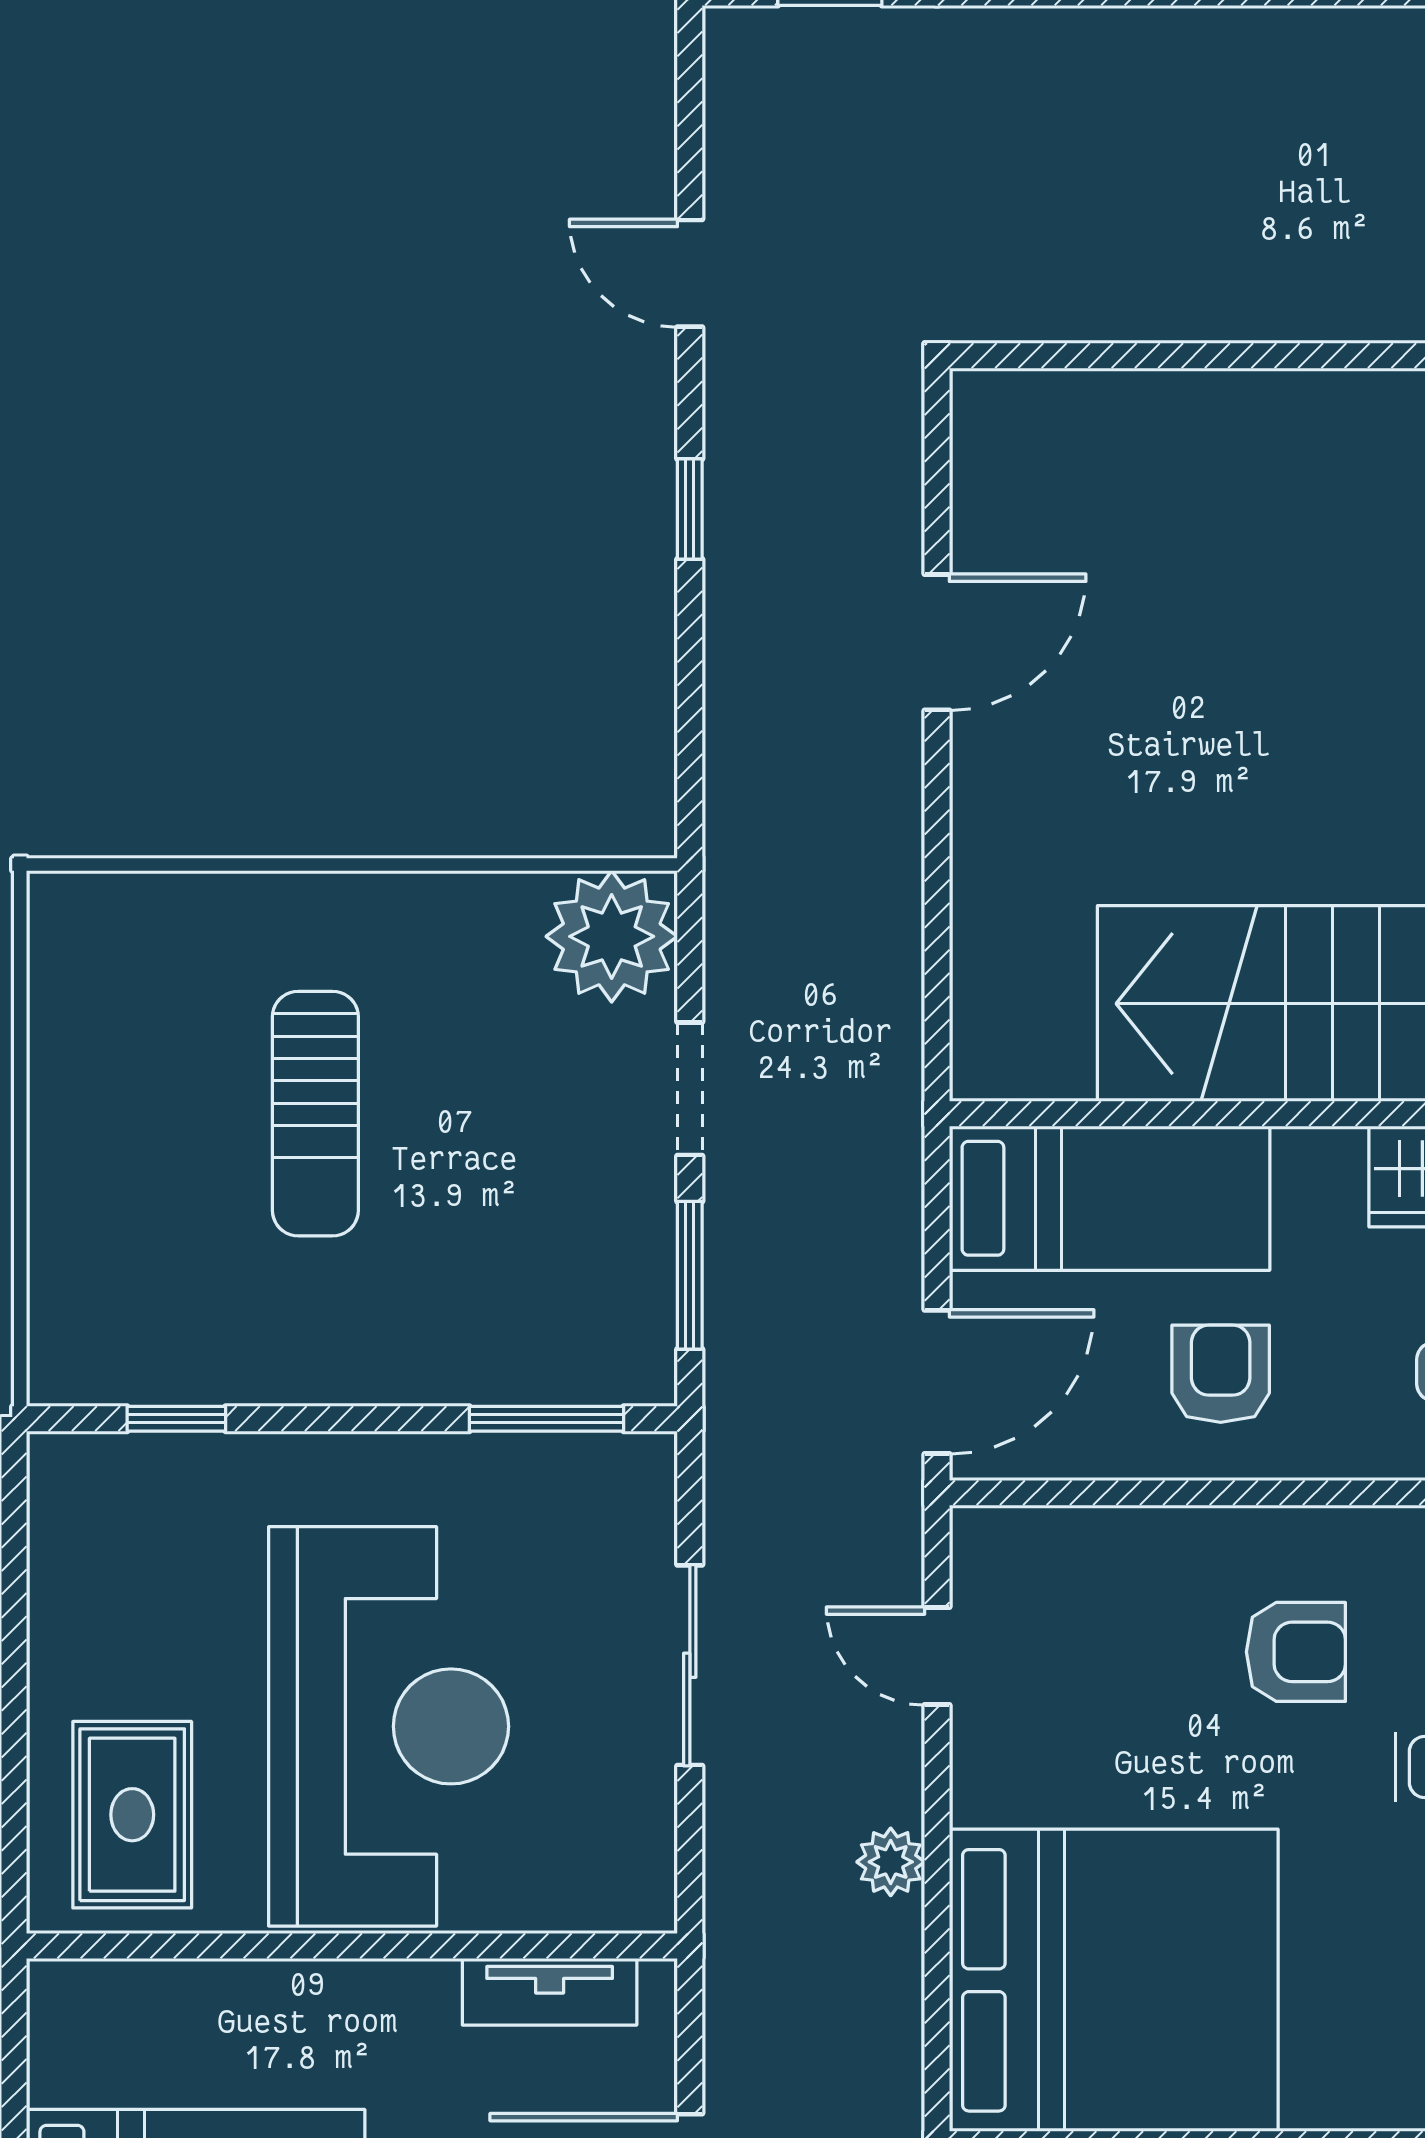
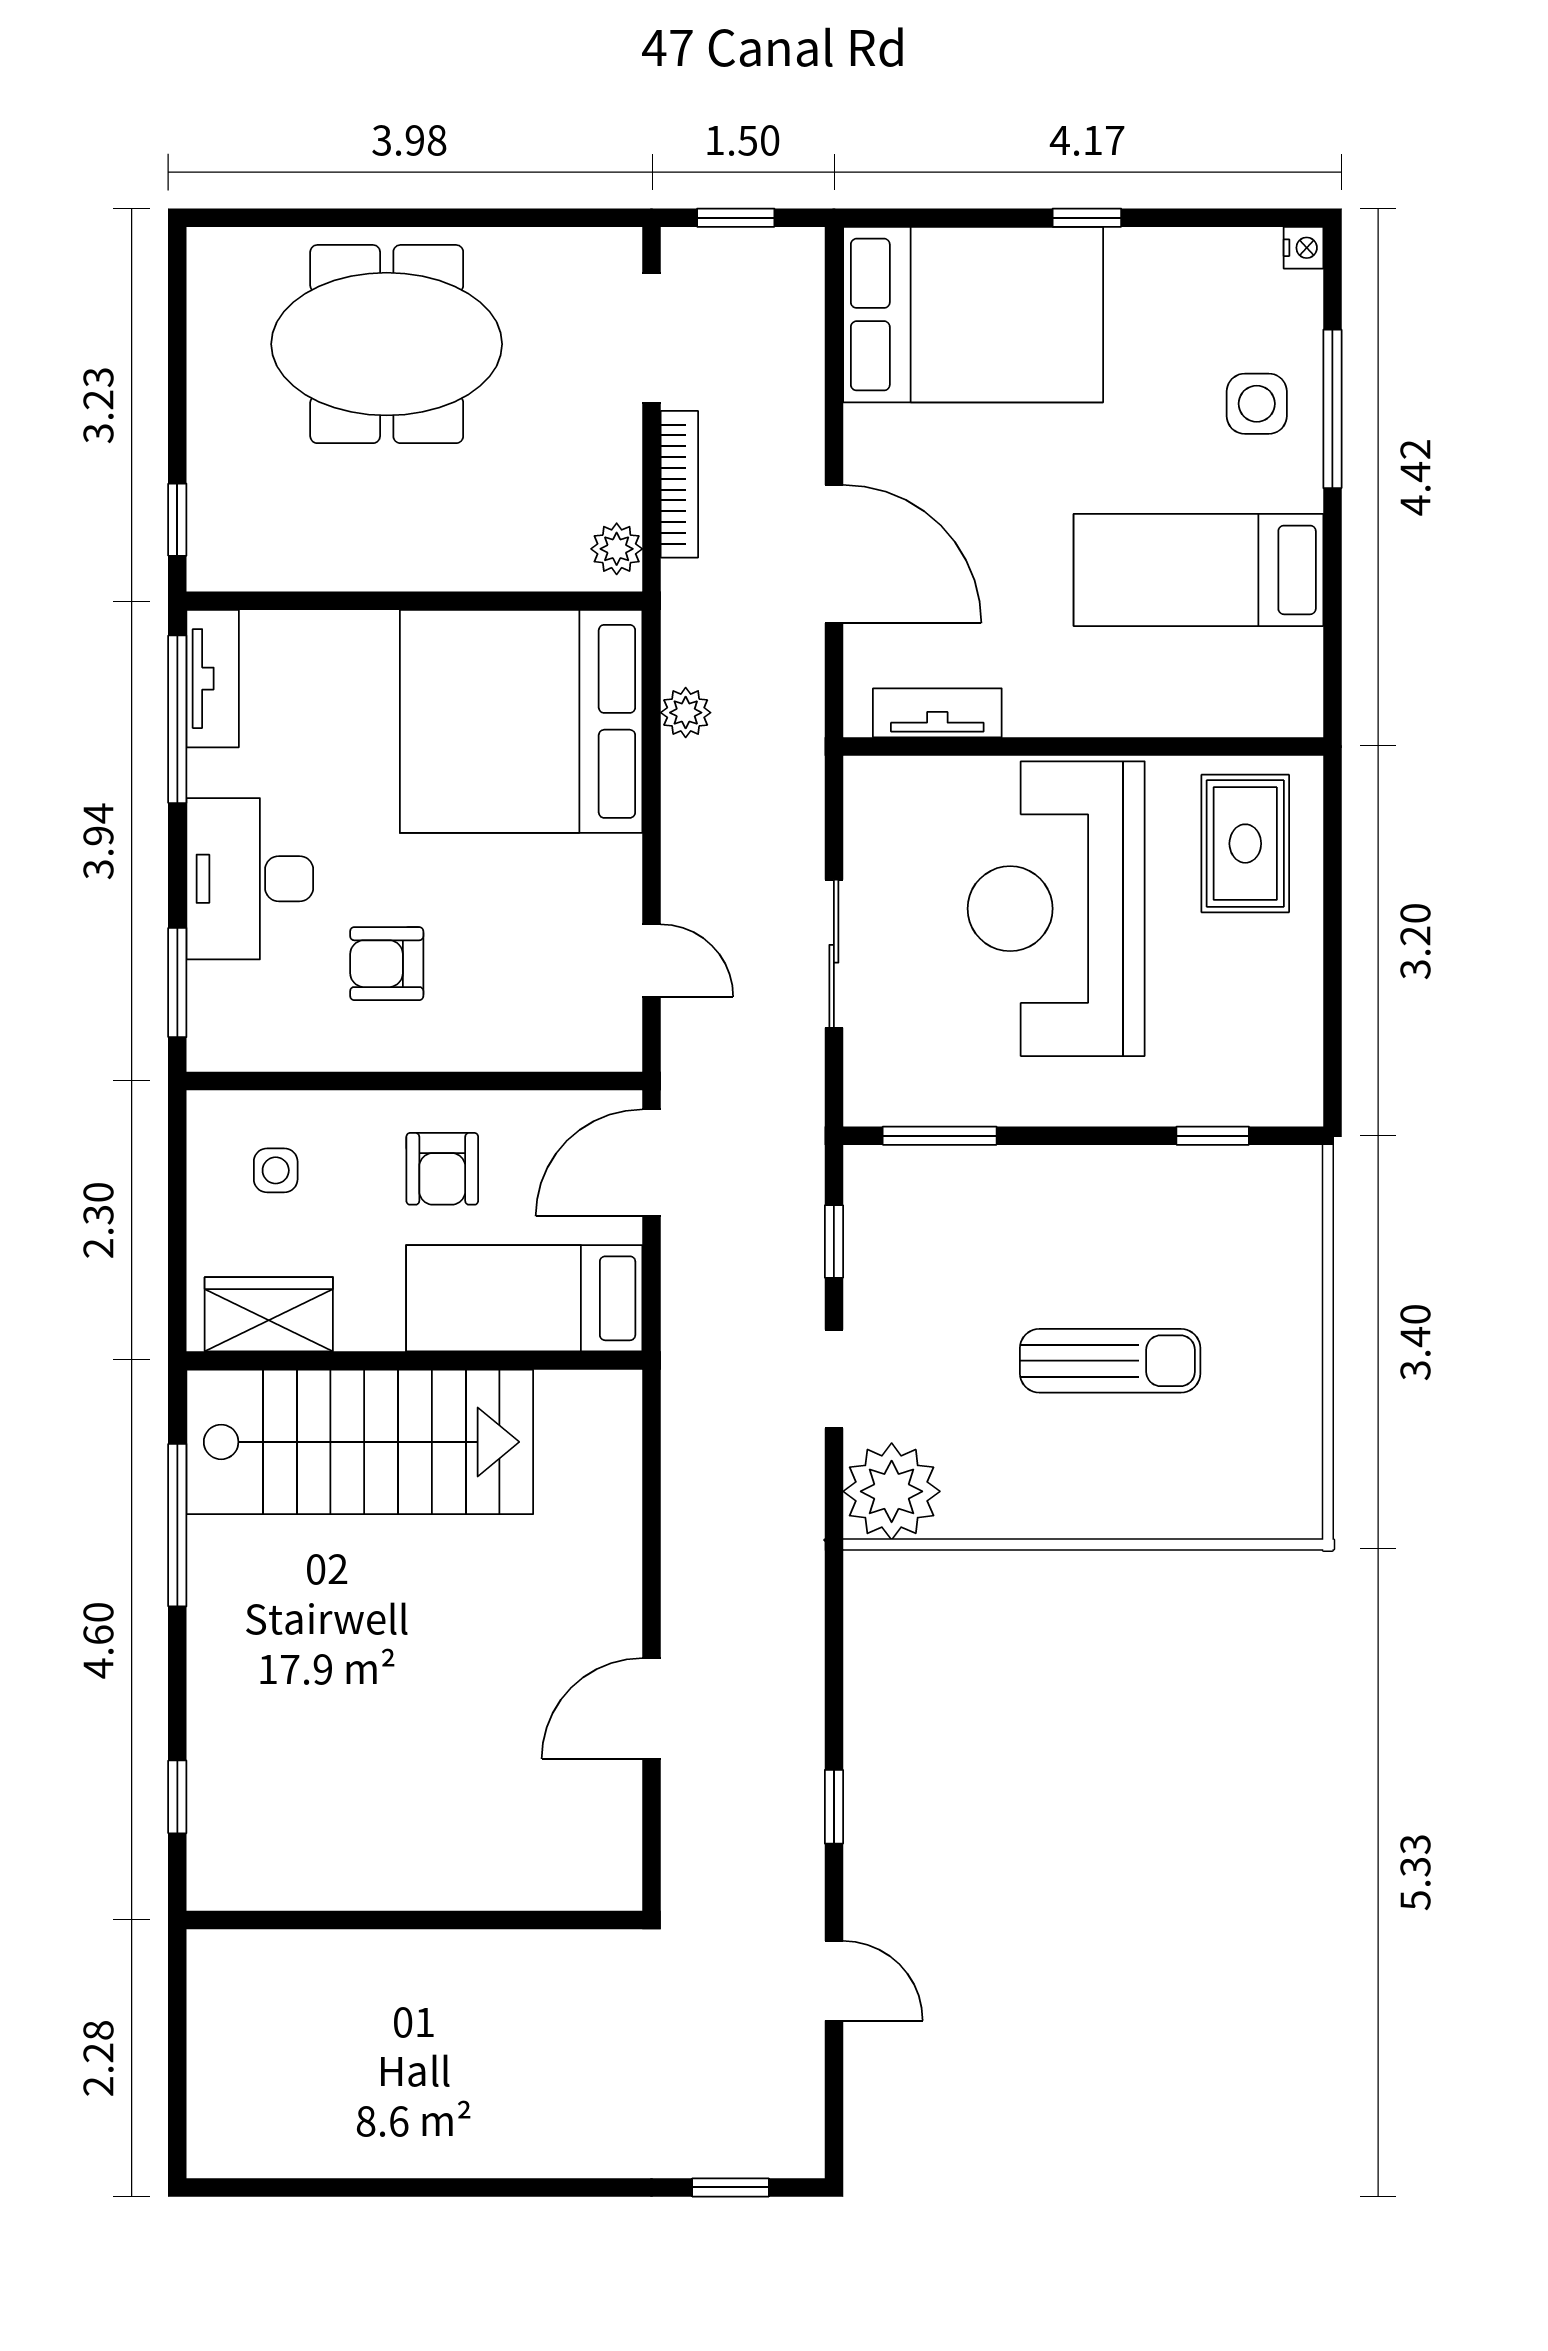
sun lounger: (315, 1114) -> (1110, 1361), turned 90
window: (690, 1275) -> (834, 1241), width x0.67
plant: (891, 1862) -> (686, 713), moved

